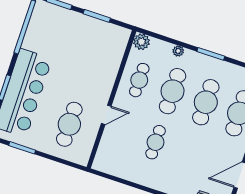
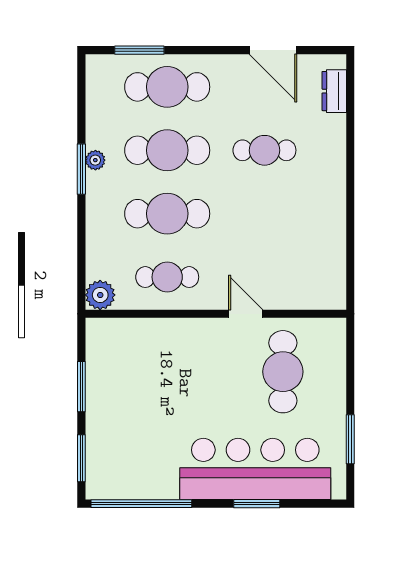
plant: (178, 51) -> (95, 160), moved
cafe table: (69, 124) -> (283, 372), turned 90
cafe table: (156, 142) -> (264, 150), moved

